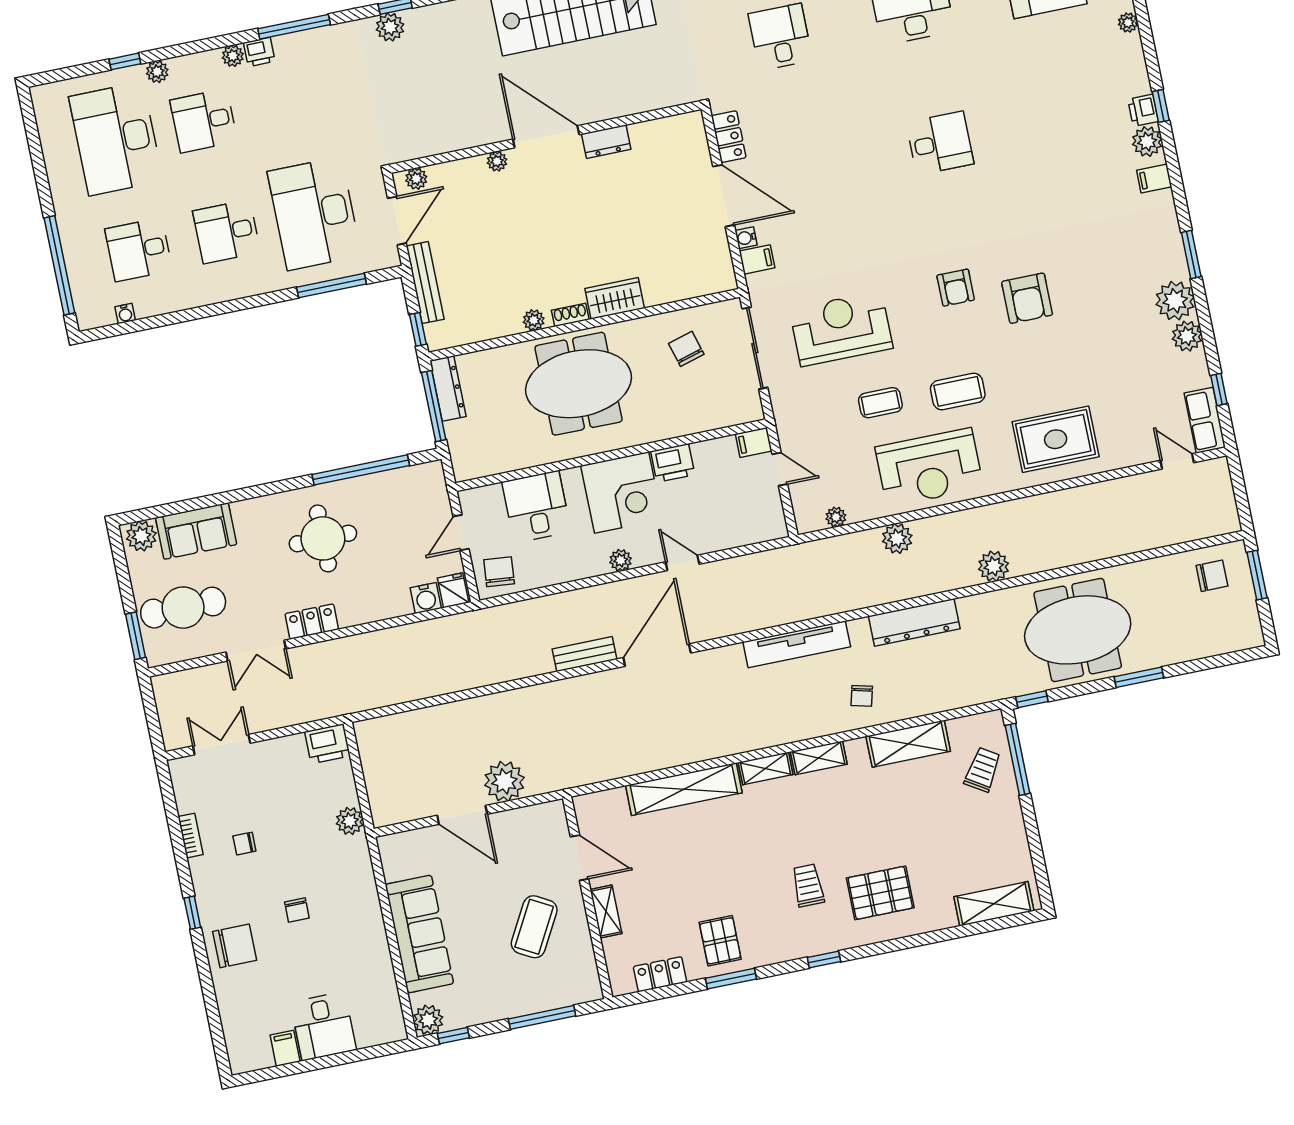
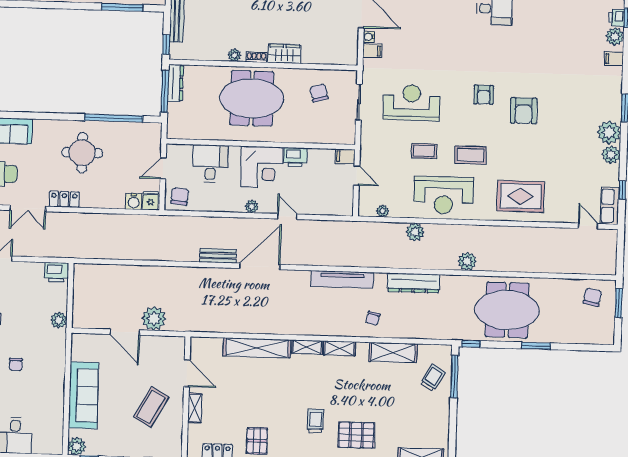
sliding door: (755, 348) -> (359, 102), width x0.73
chair: (1212, 576) -> (592, 297), turned -79

